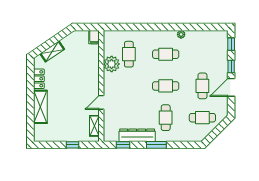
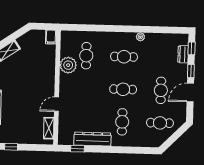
dresser: (223, 50) -> (183, 54), added
window: (73, 145) -> (11, 147), moved
window: (156, 145) -> (112, 150), removed

